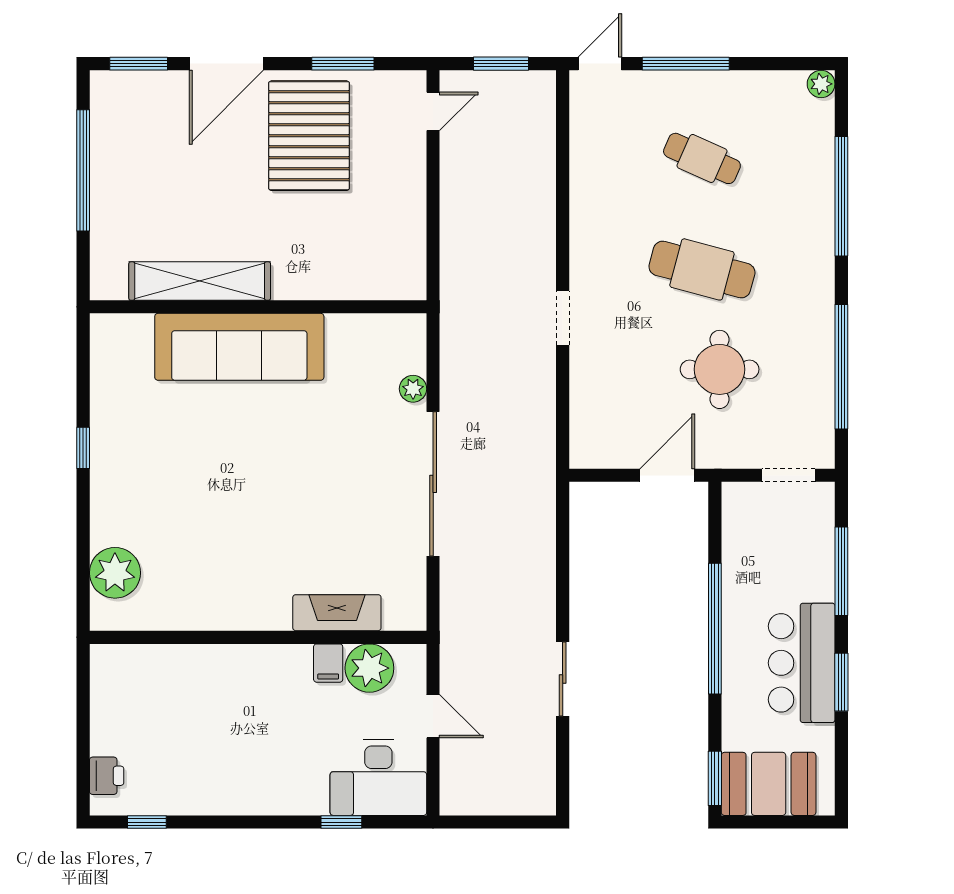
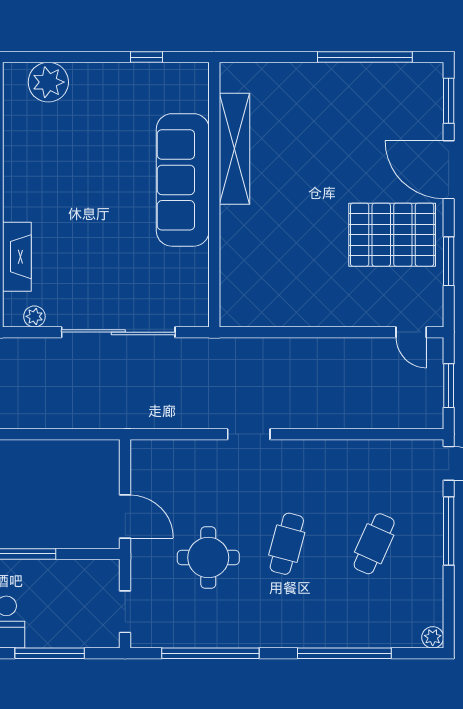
cafe table: (702, 269) -> (287, 544), width x0.73, depth x0.74
shelving: (200, 281) -> (234, 149), moved
wall: (258, 307) -> (214, 195), moved
sofa: (239, 347) -> (183, 180), moved
plant: (413, 389) -> (34, 316), moved

